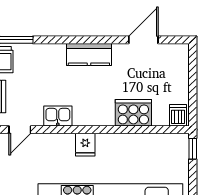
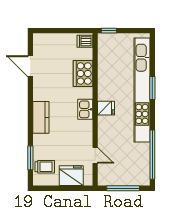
kitchen counter: (89, 54) -> (41, 117), moved
kitchen sink: (58, 116) -> (85, 109), moved

